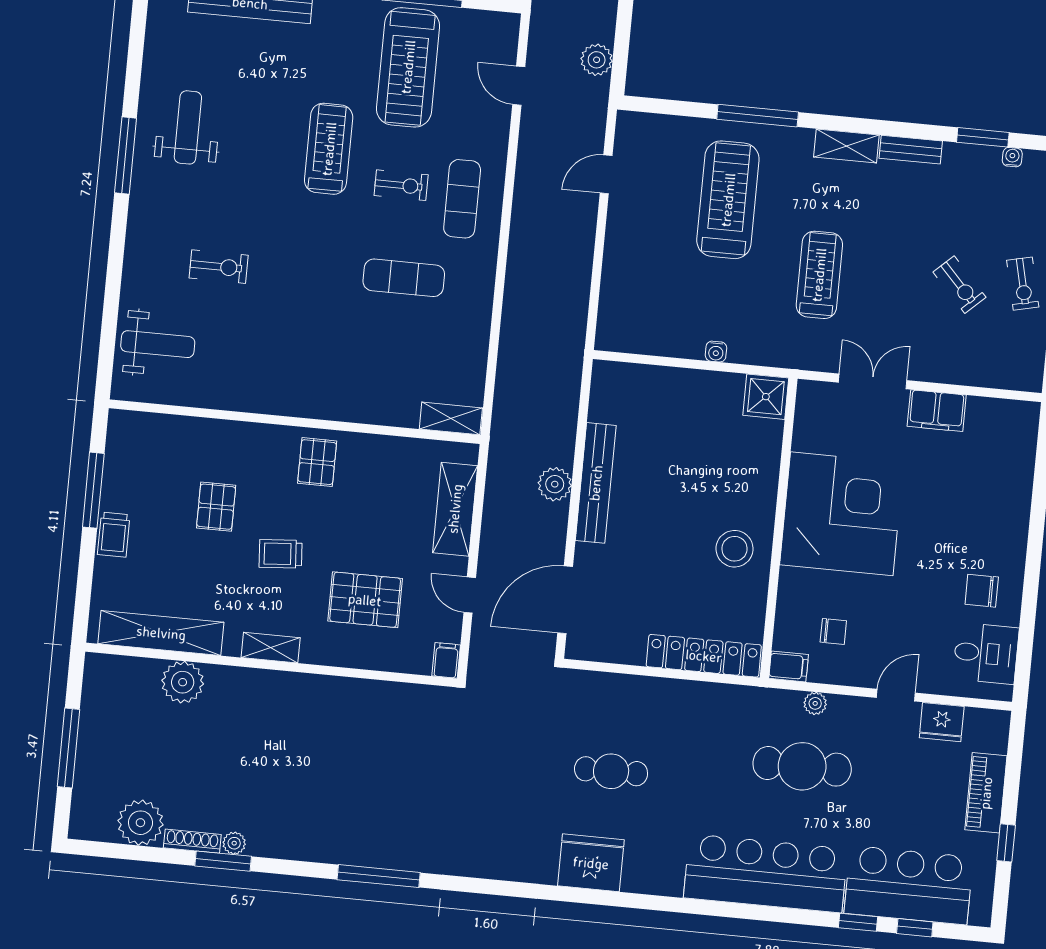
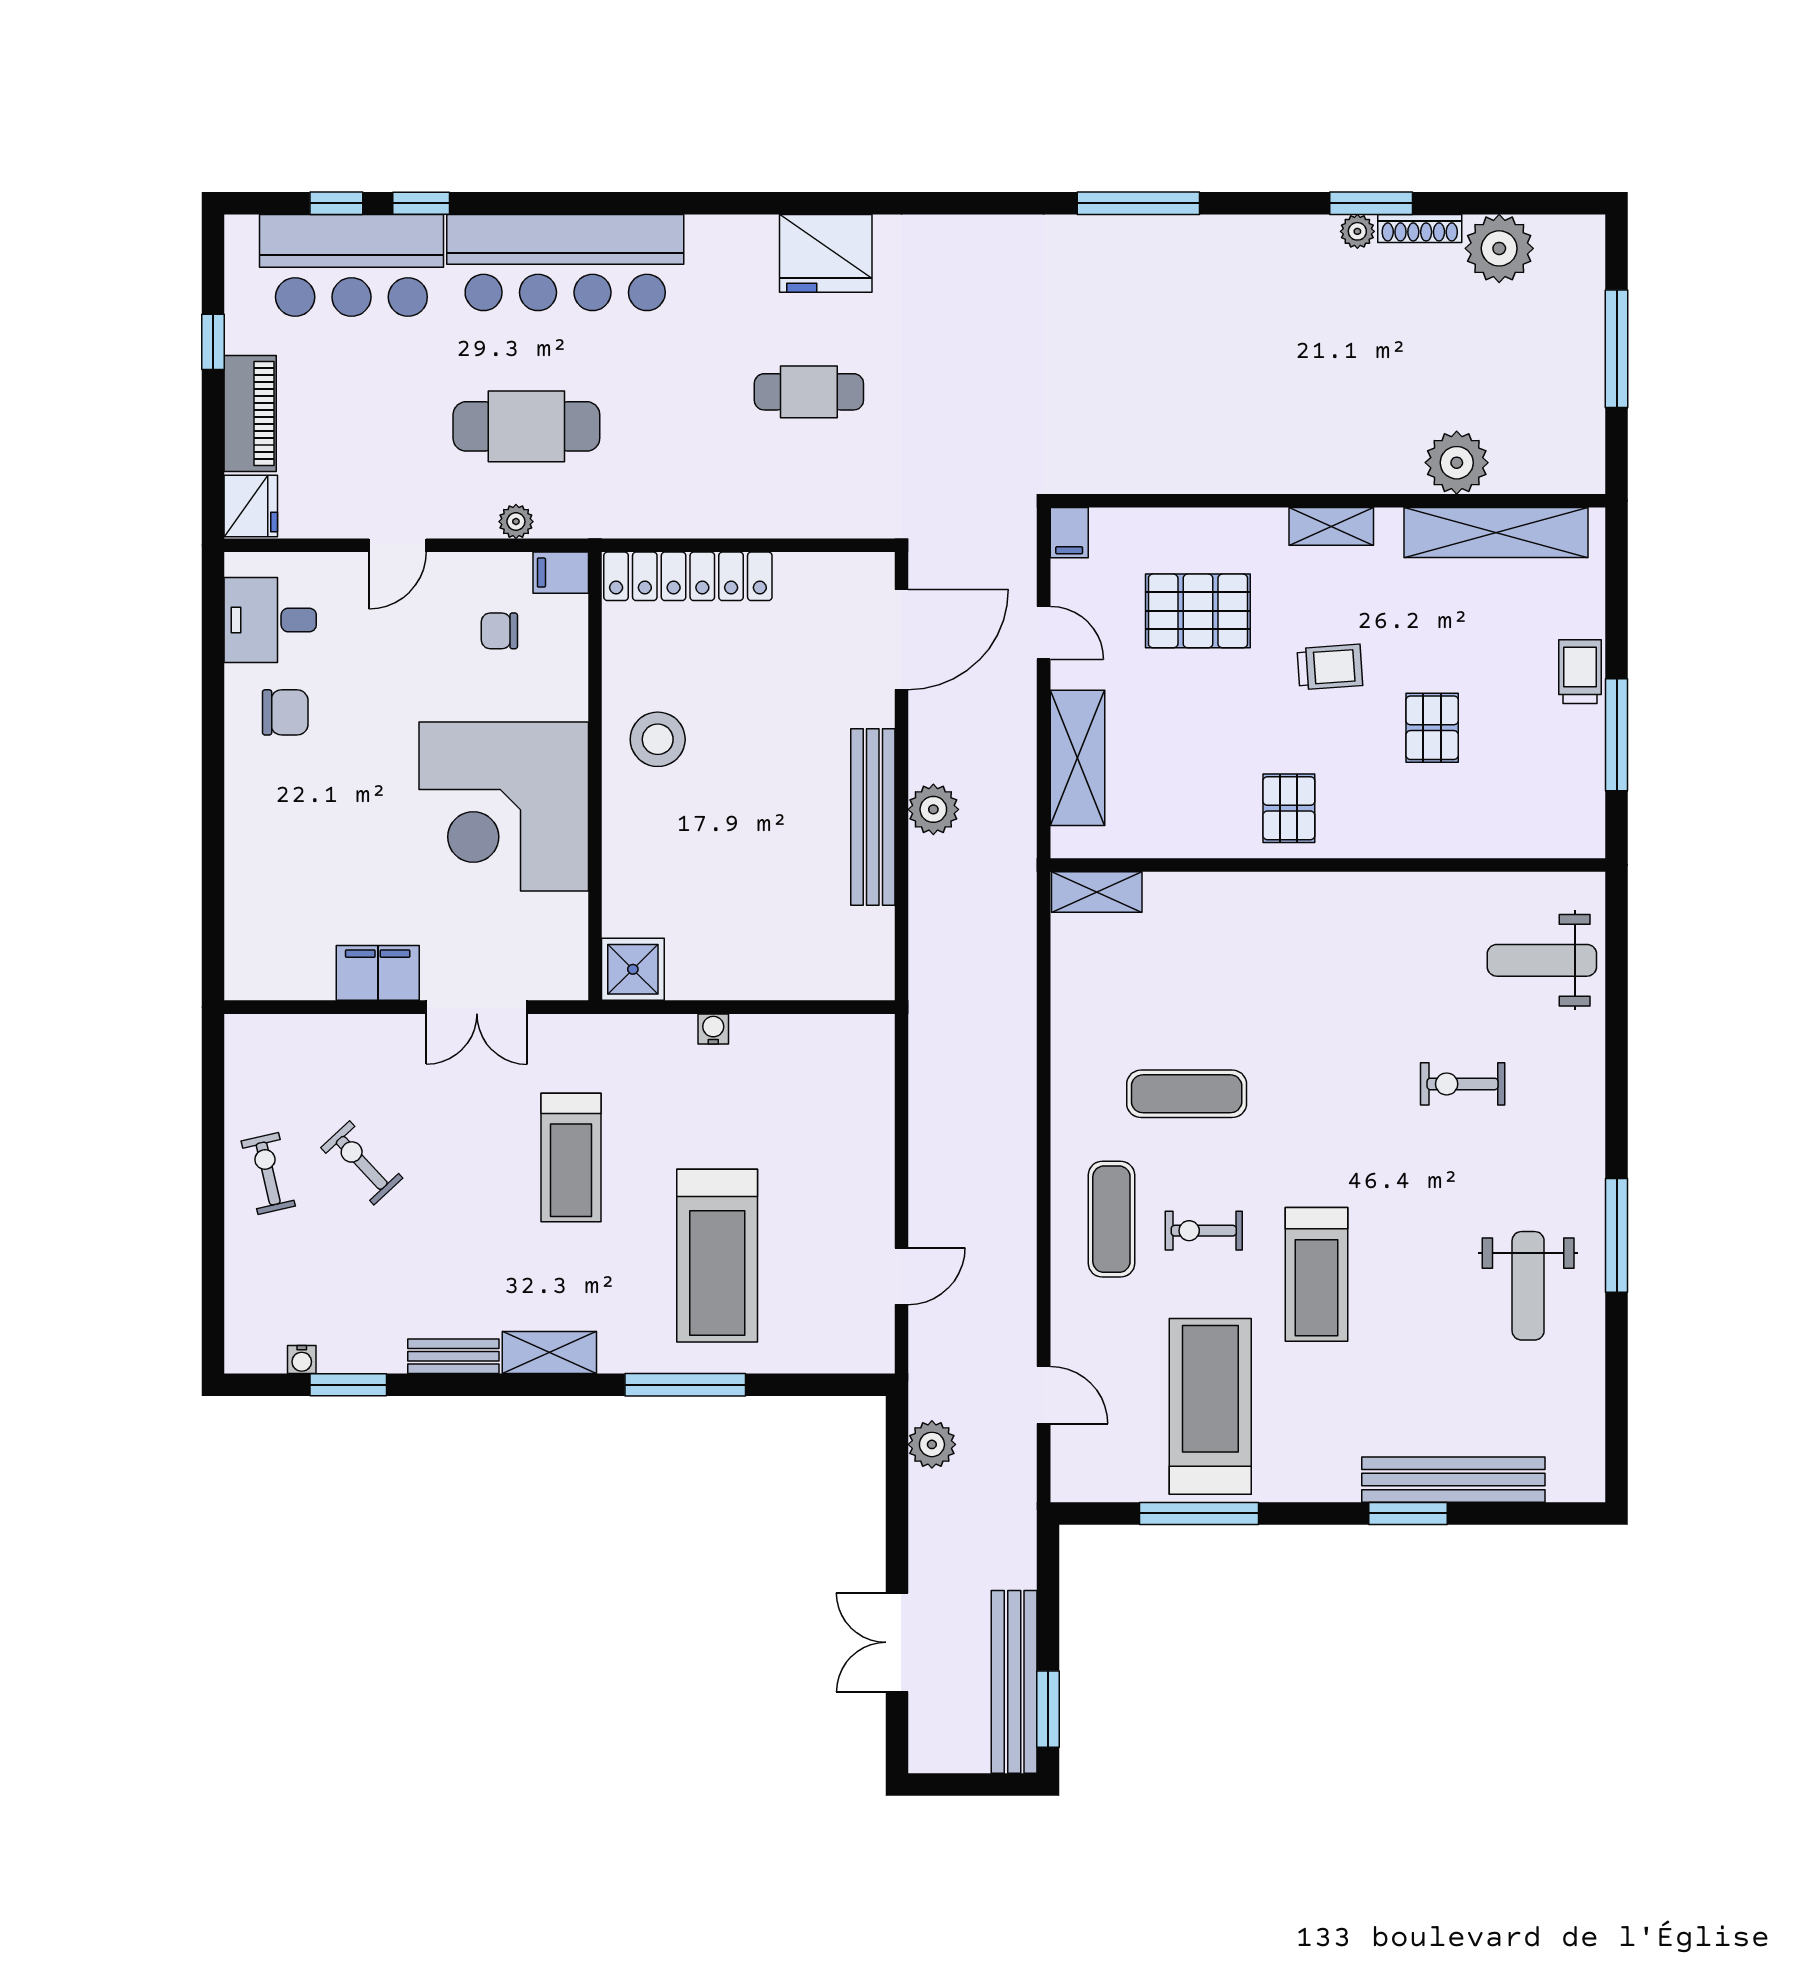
fridge: (942, 722) -> (251, 506), moved, turned 90

